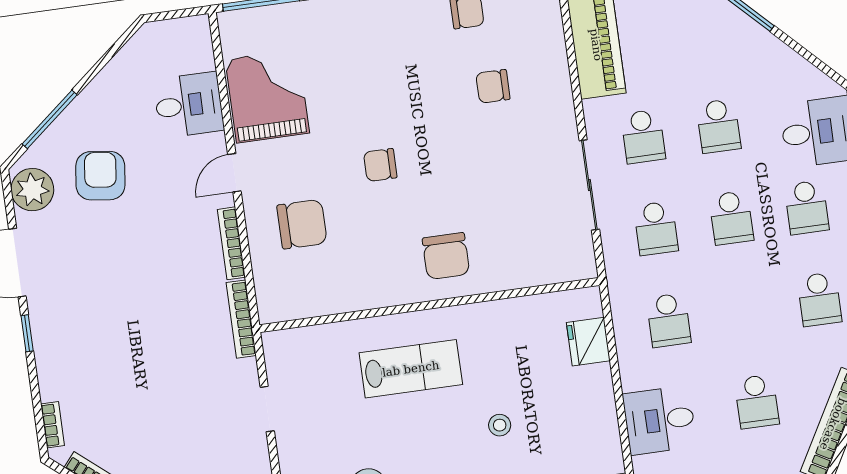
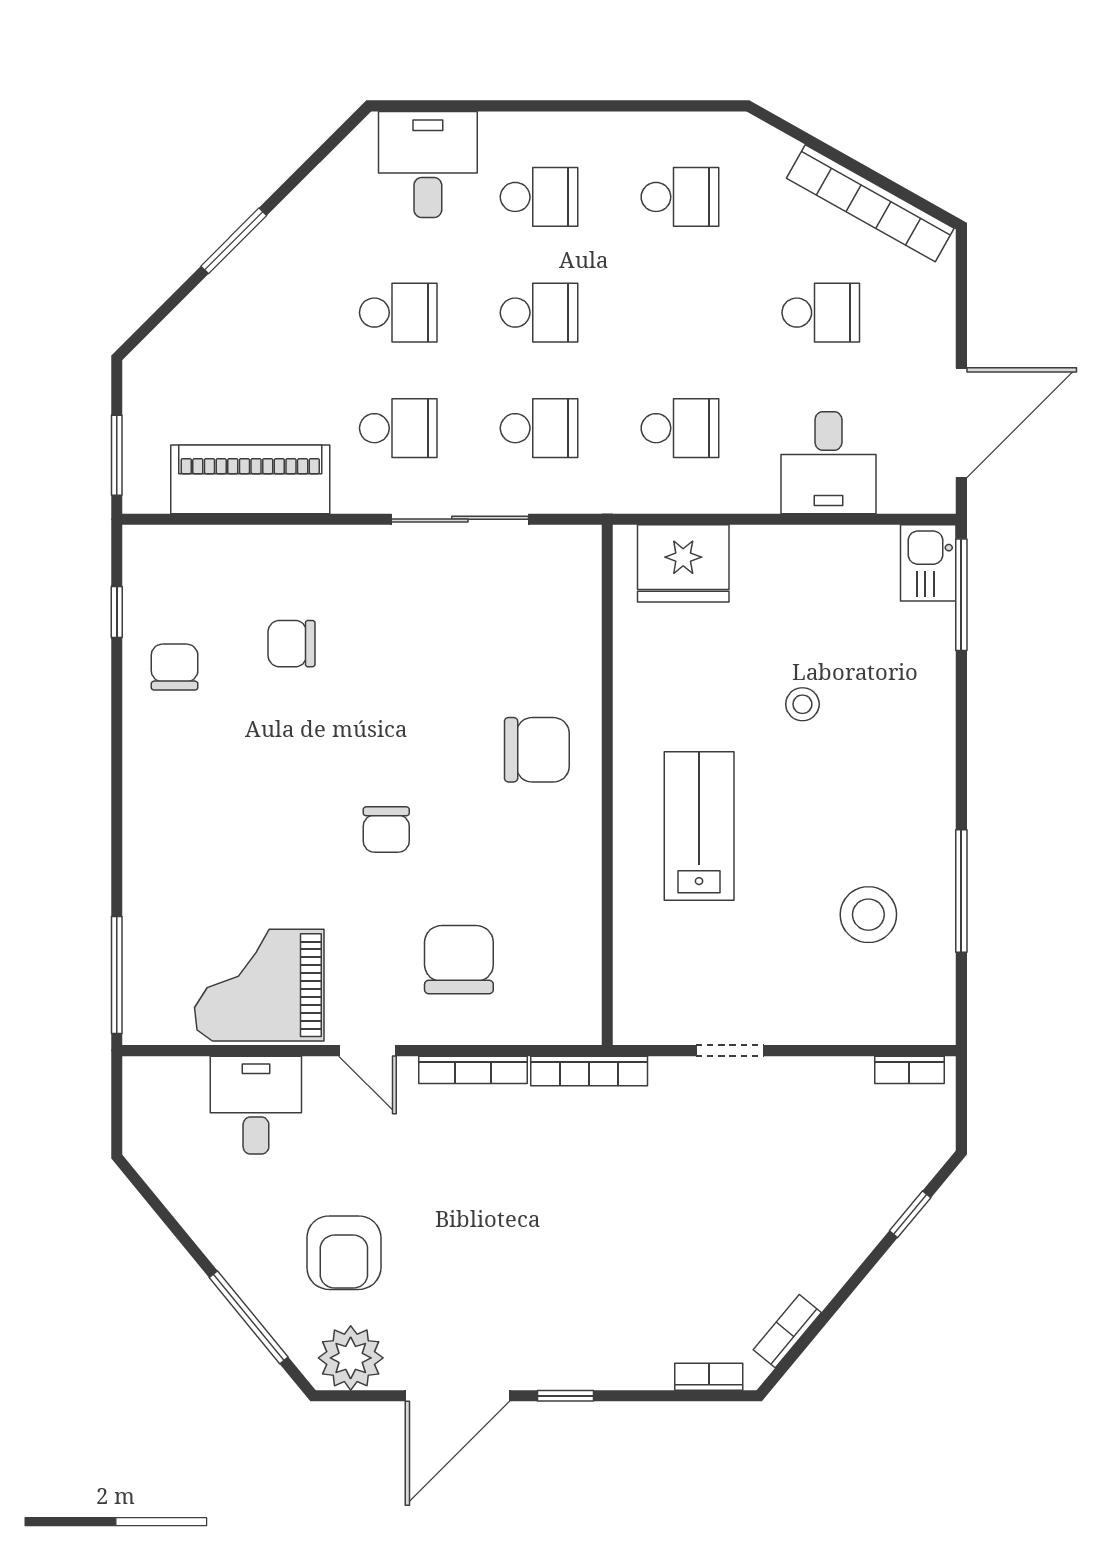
chair: (493, 86) -> (292, 644), turned 90
armchair: (100, 176) -> (344, 1253), turned -97
fridge: (588, 342) -> (683, 563), width x1.36, depth x1.34

